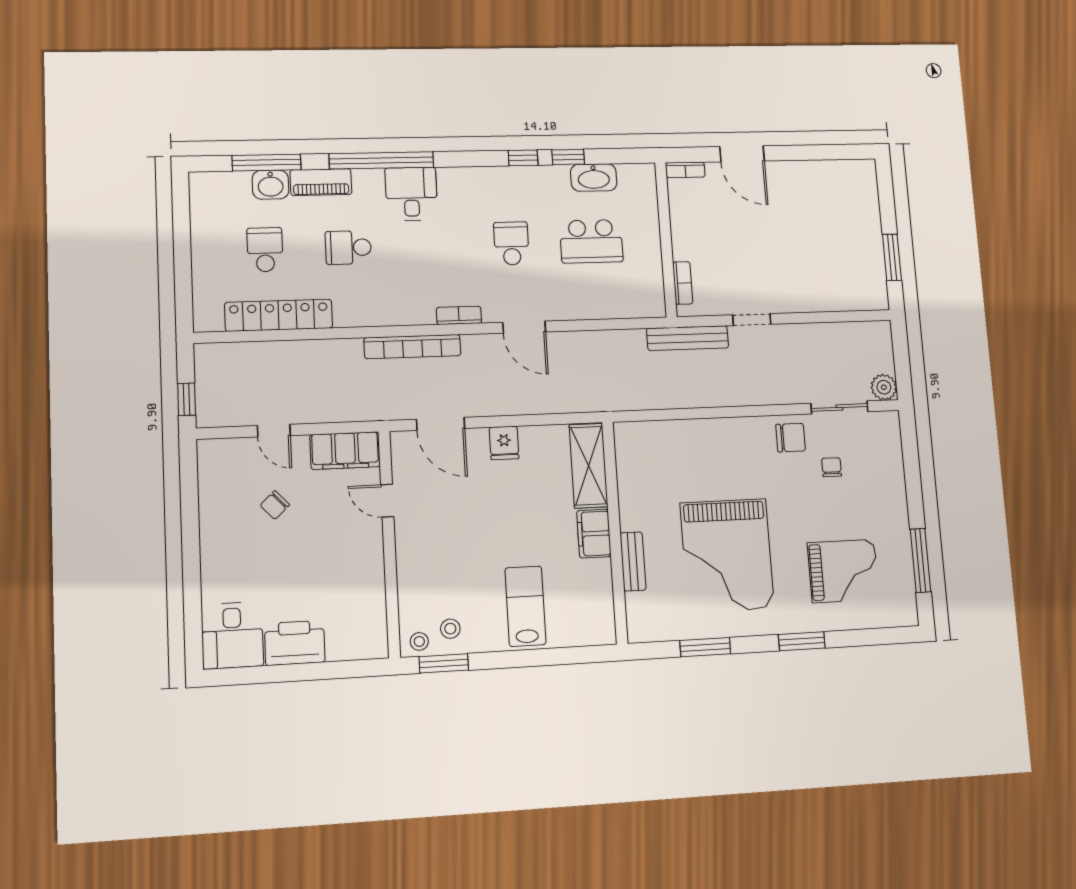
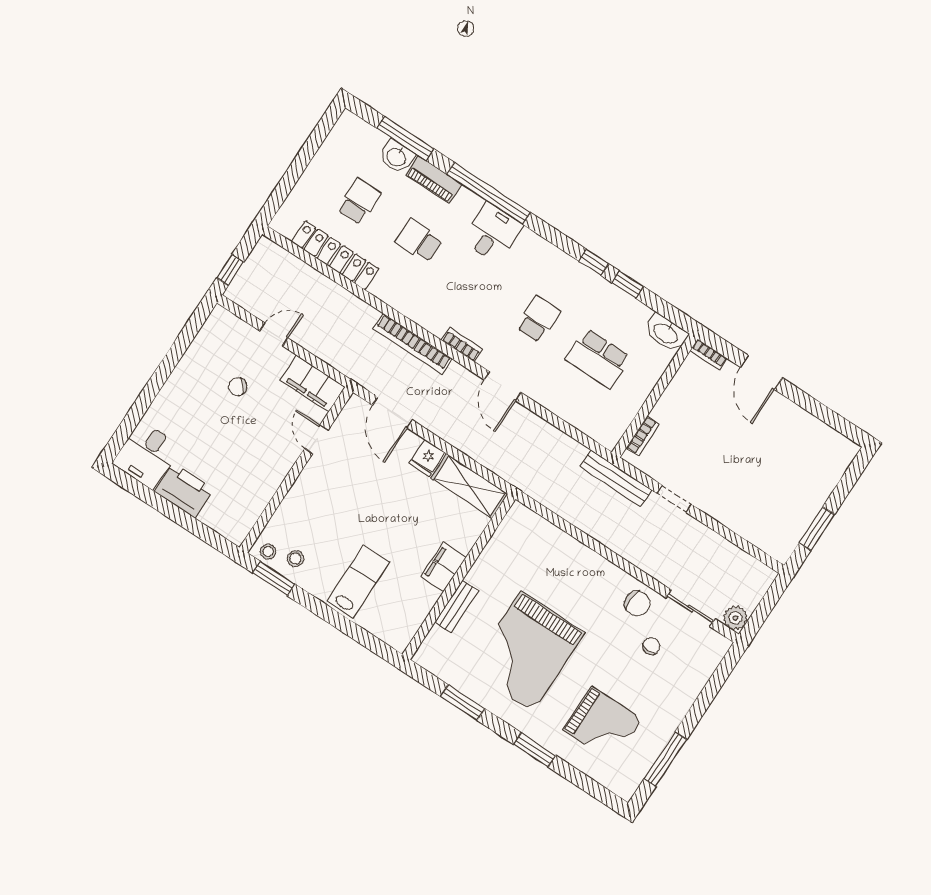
washbasin: (594, 178) -> (666, 333), moved
door: (274, 431) -> (274, 334), swing flipped
shelving: (588, 466) -> (469, 486), moved, turned 90

